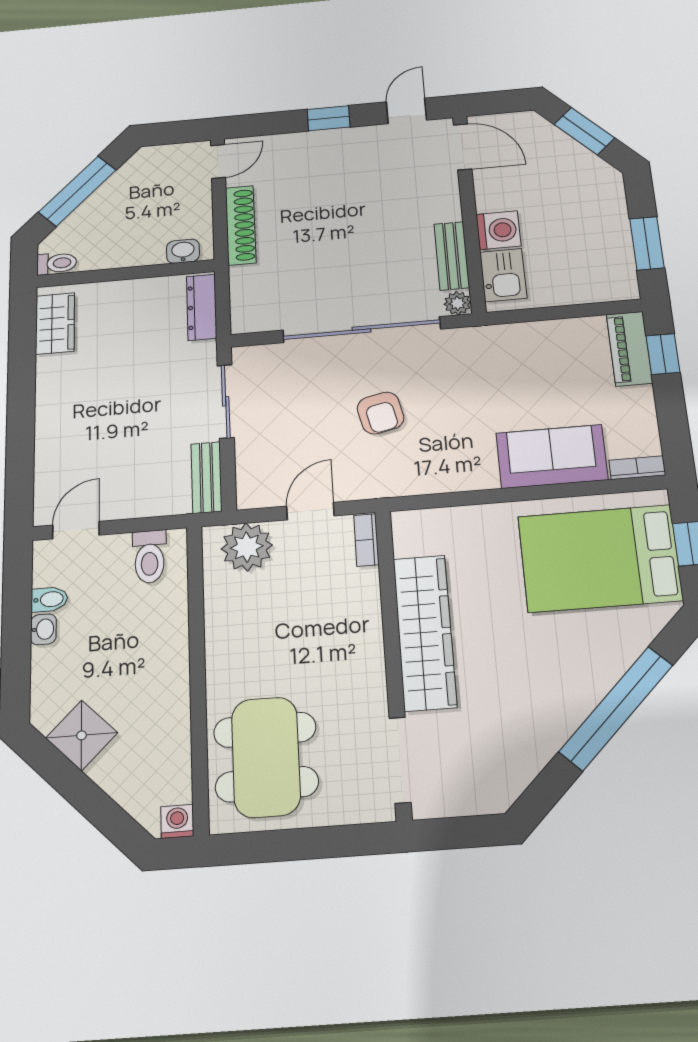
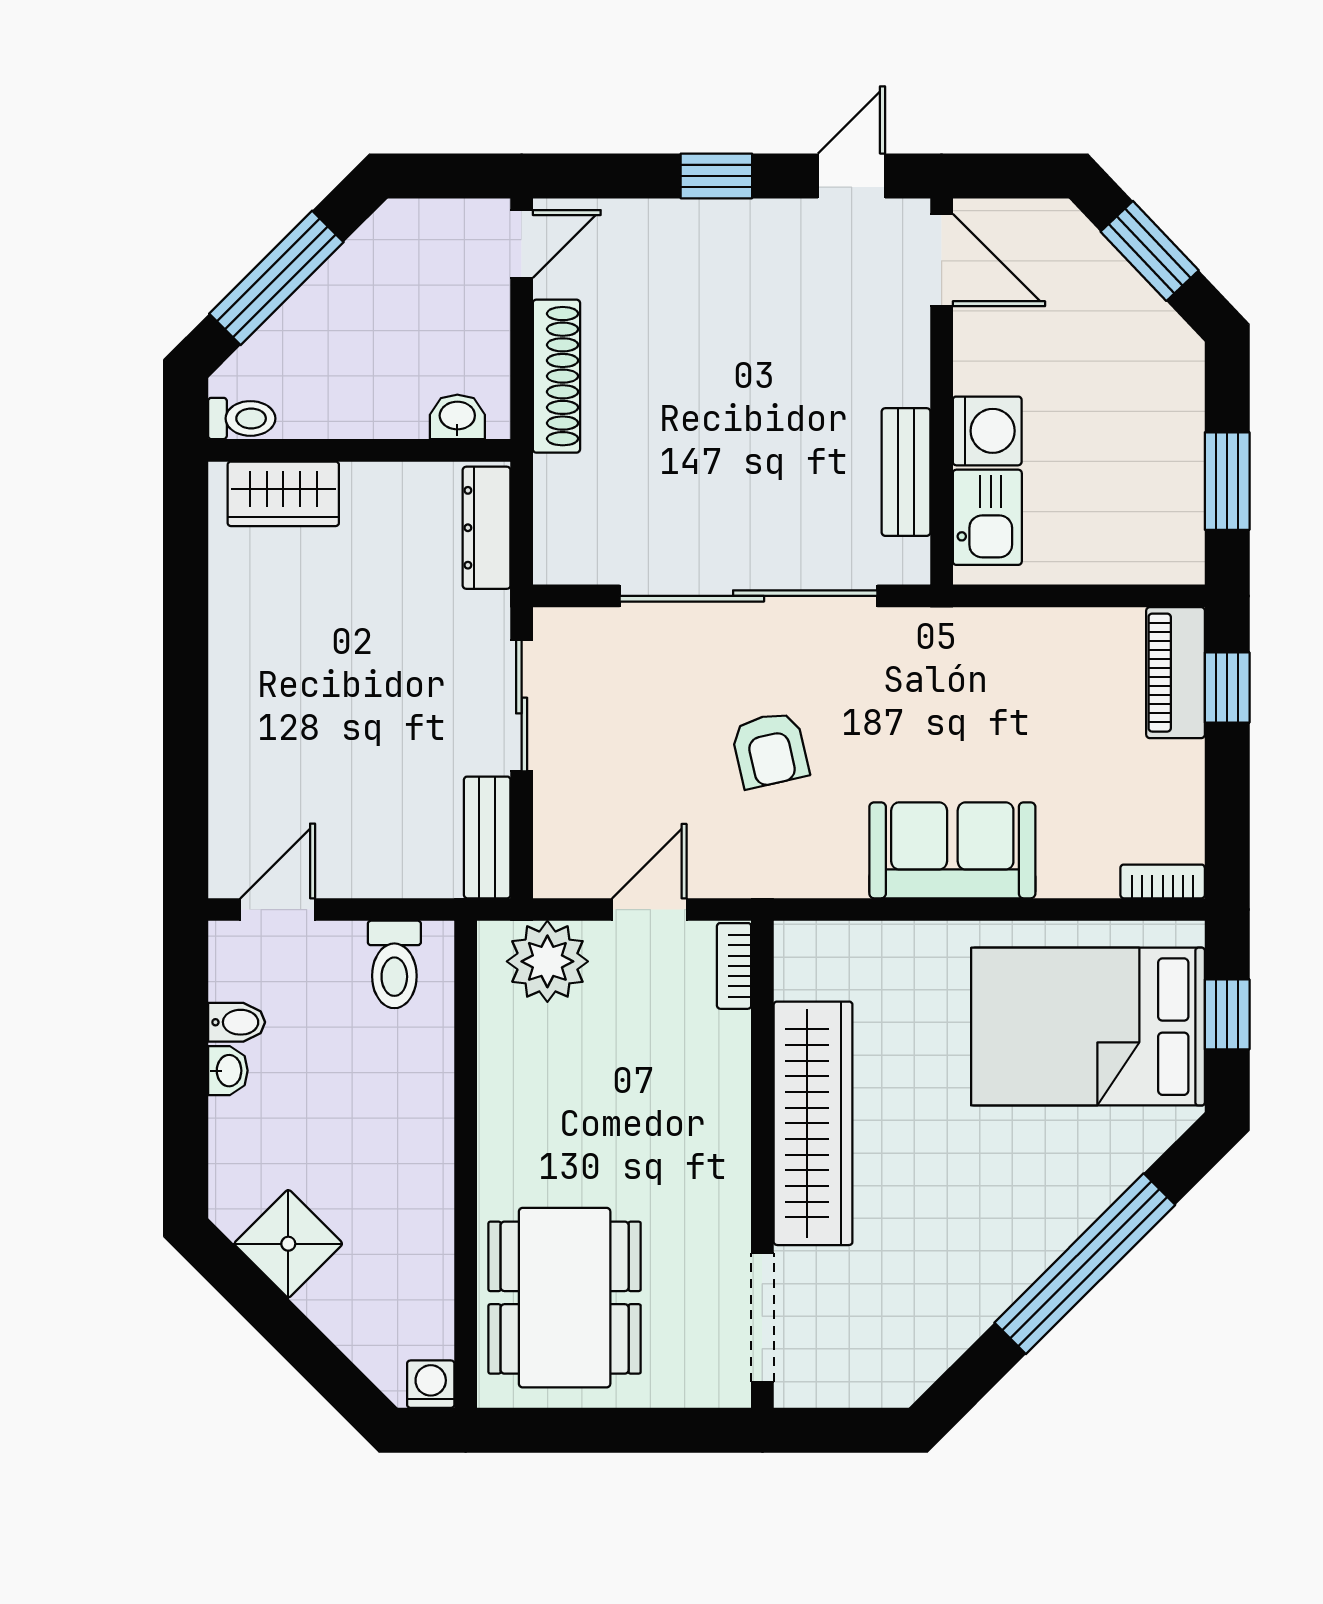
plant: (457, 303) -> (908, 563), removed
wardrobe: (55, 323) -> (283, 494), moved, turned 90
sofa: (552, 456) -> (952, 850), moved

